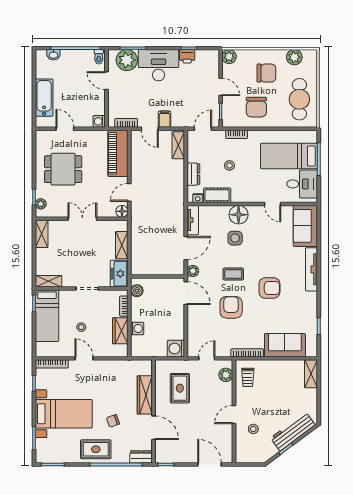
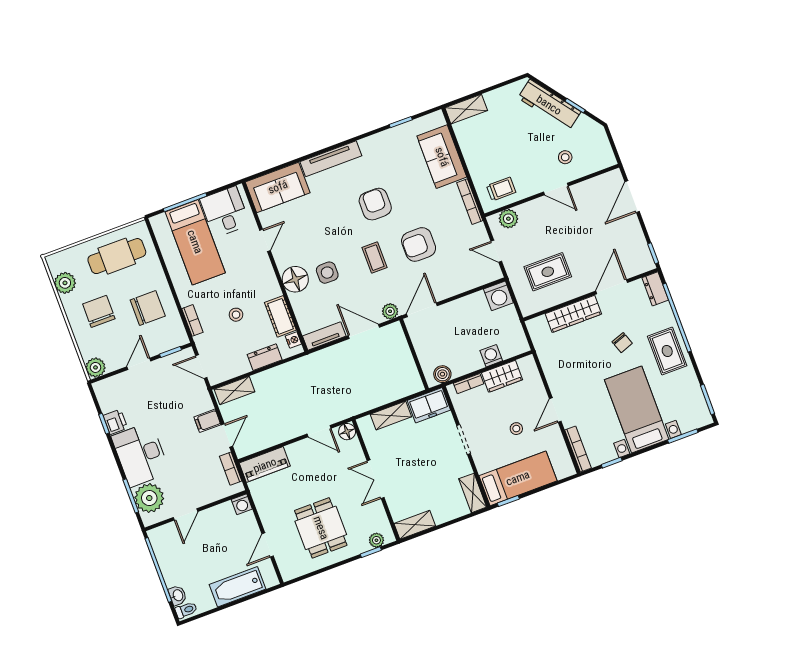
toilet: (99, 57) -> (186, 610), moved
piano: (118, 153) -> (265, 465), width x0.73, depth x0.75

